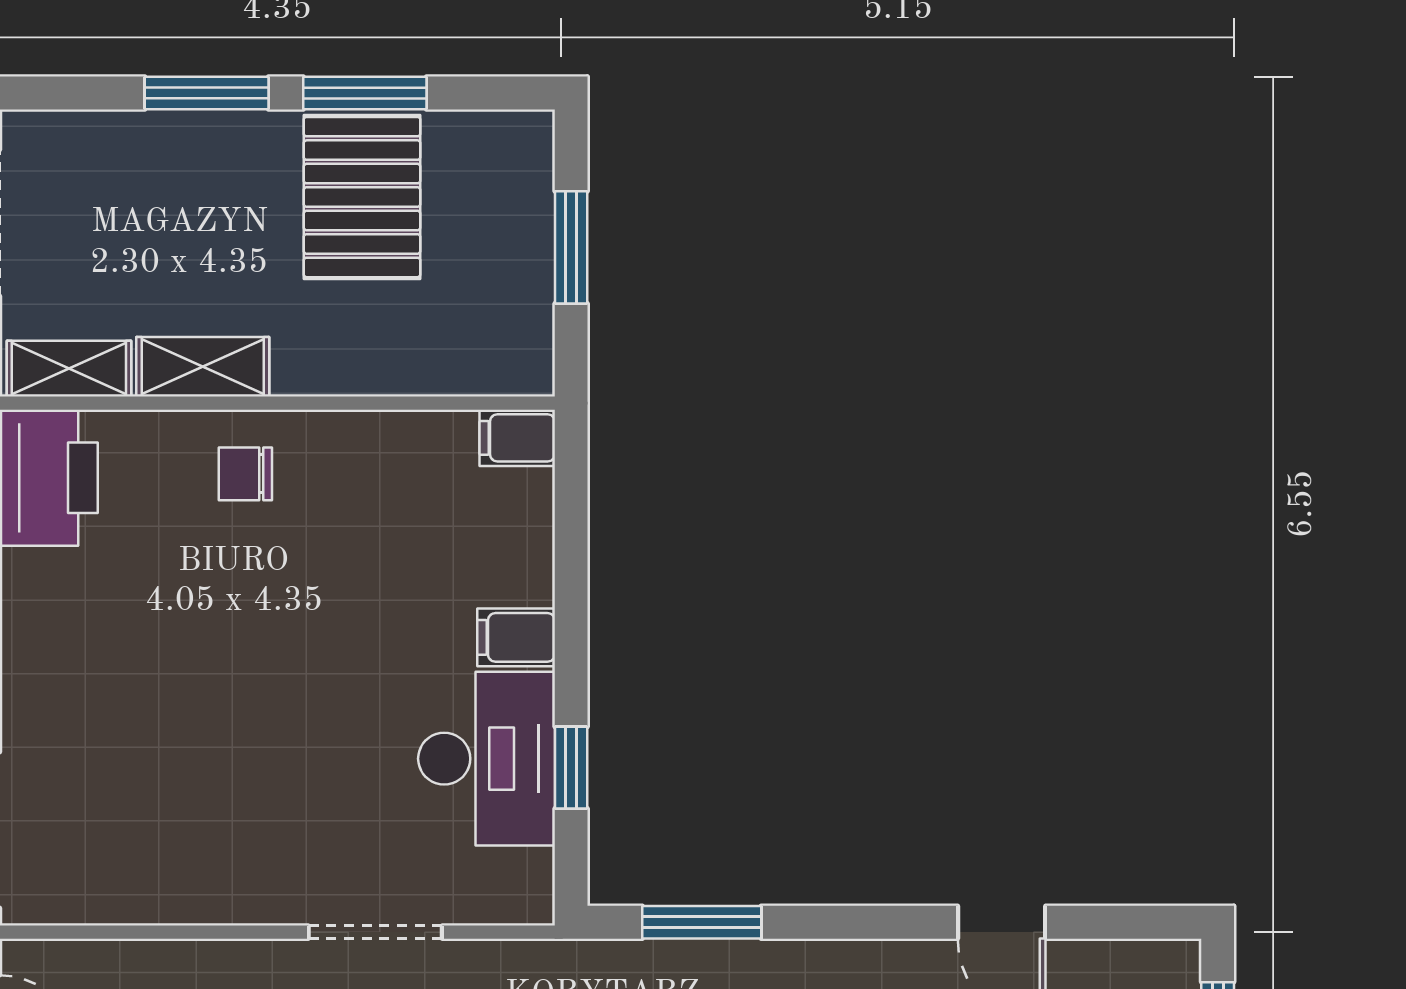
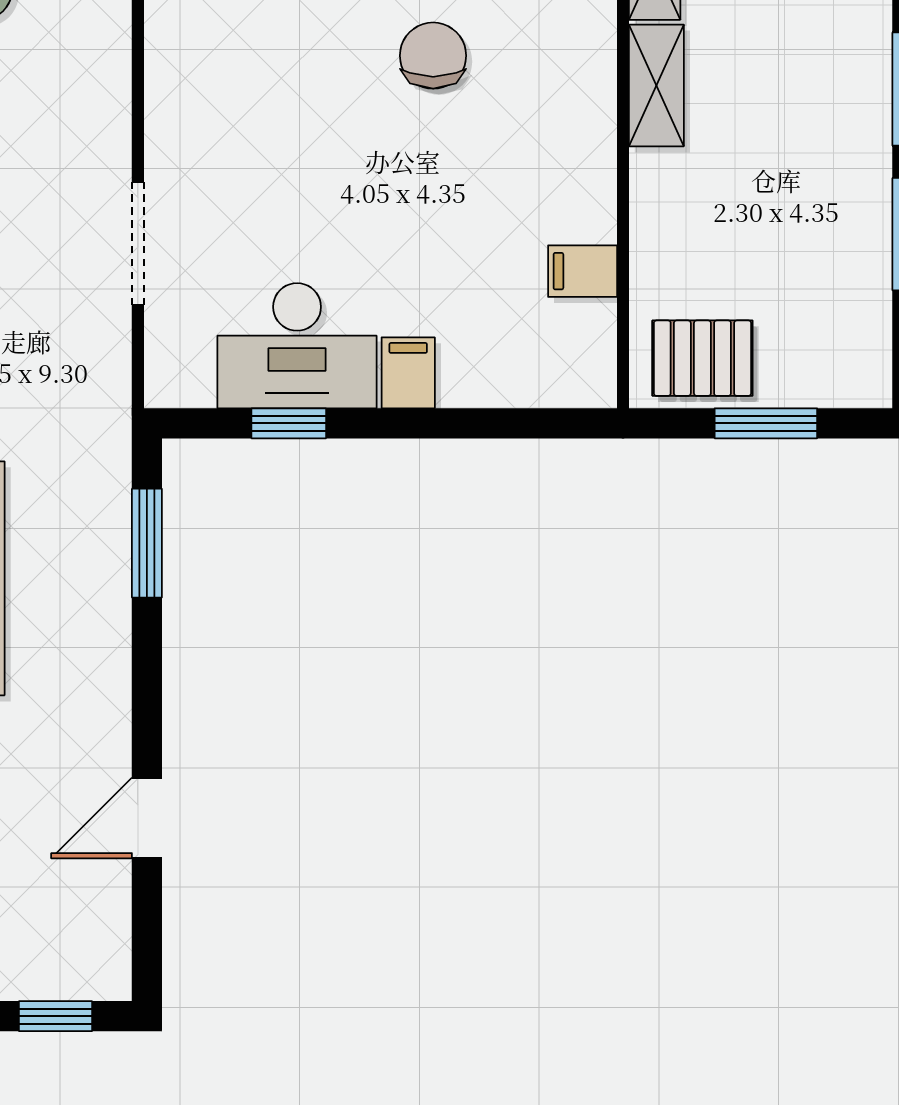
pallet: (362, 197) -> (702, 358), moved, width x0.67, depth x0.71
filing cabinet: (517, 438) -> (583, 271), moved, turned -90
chair: (245, 474) -> (433, 56), moved, width x1.37, depth x1.37

